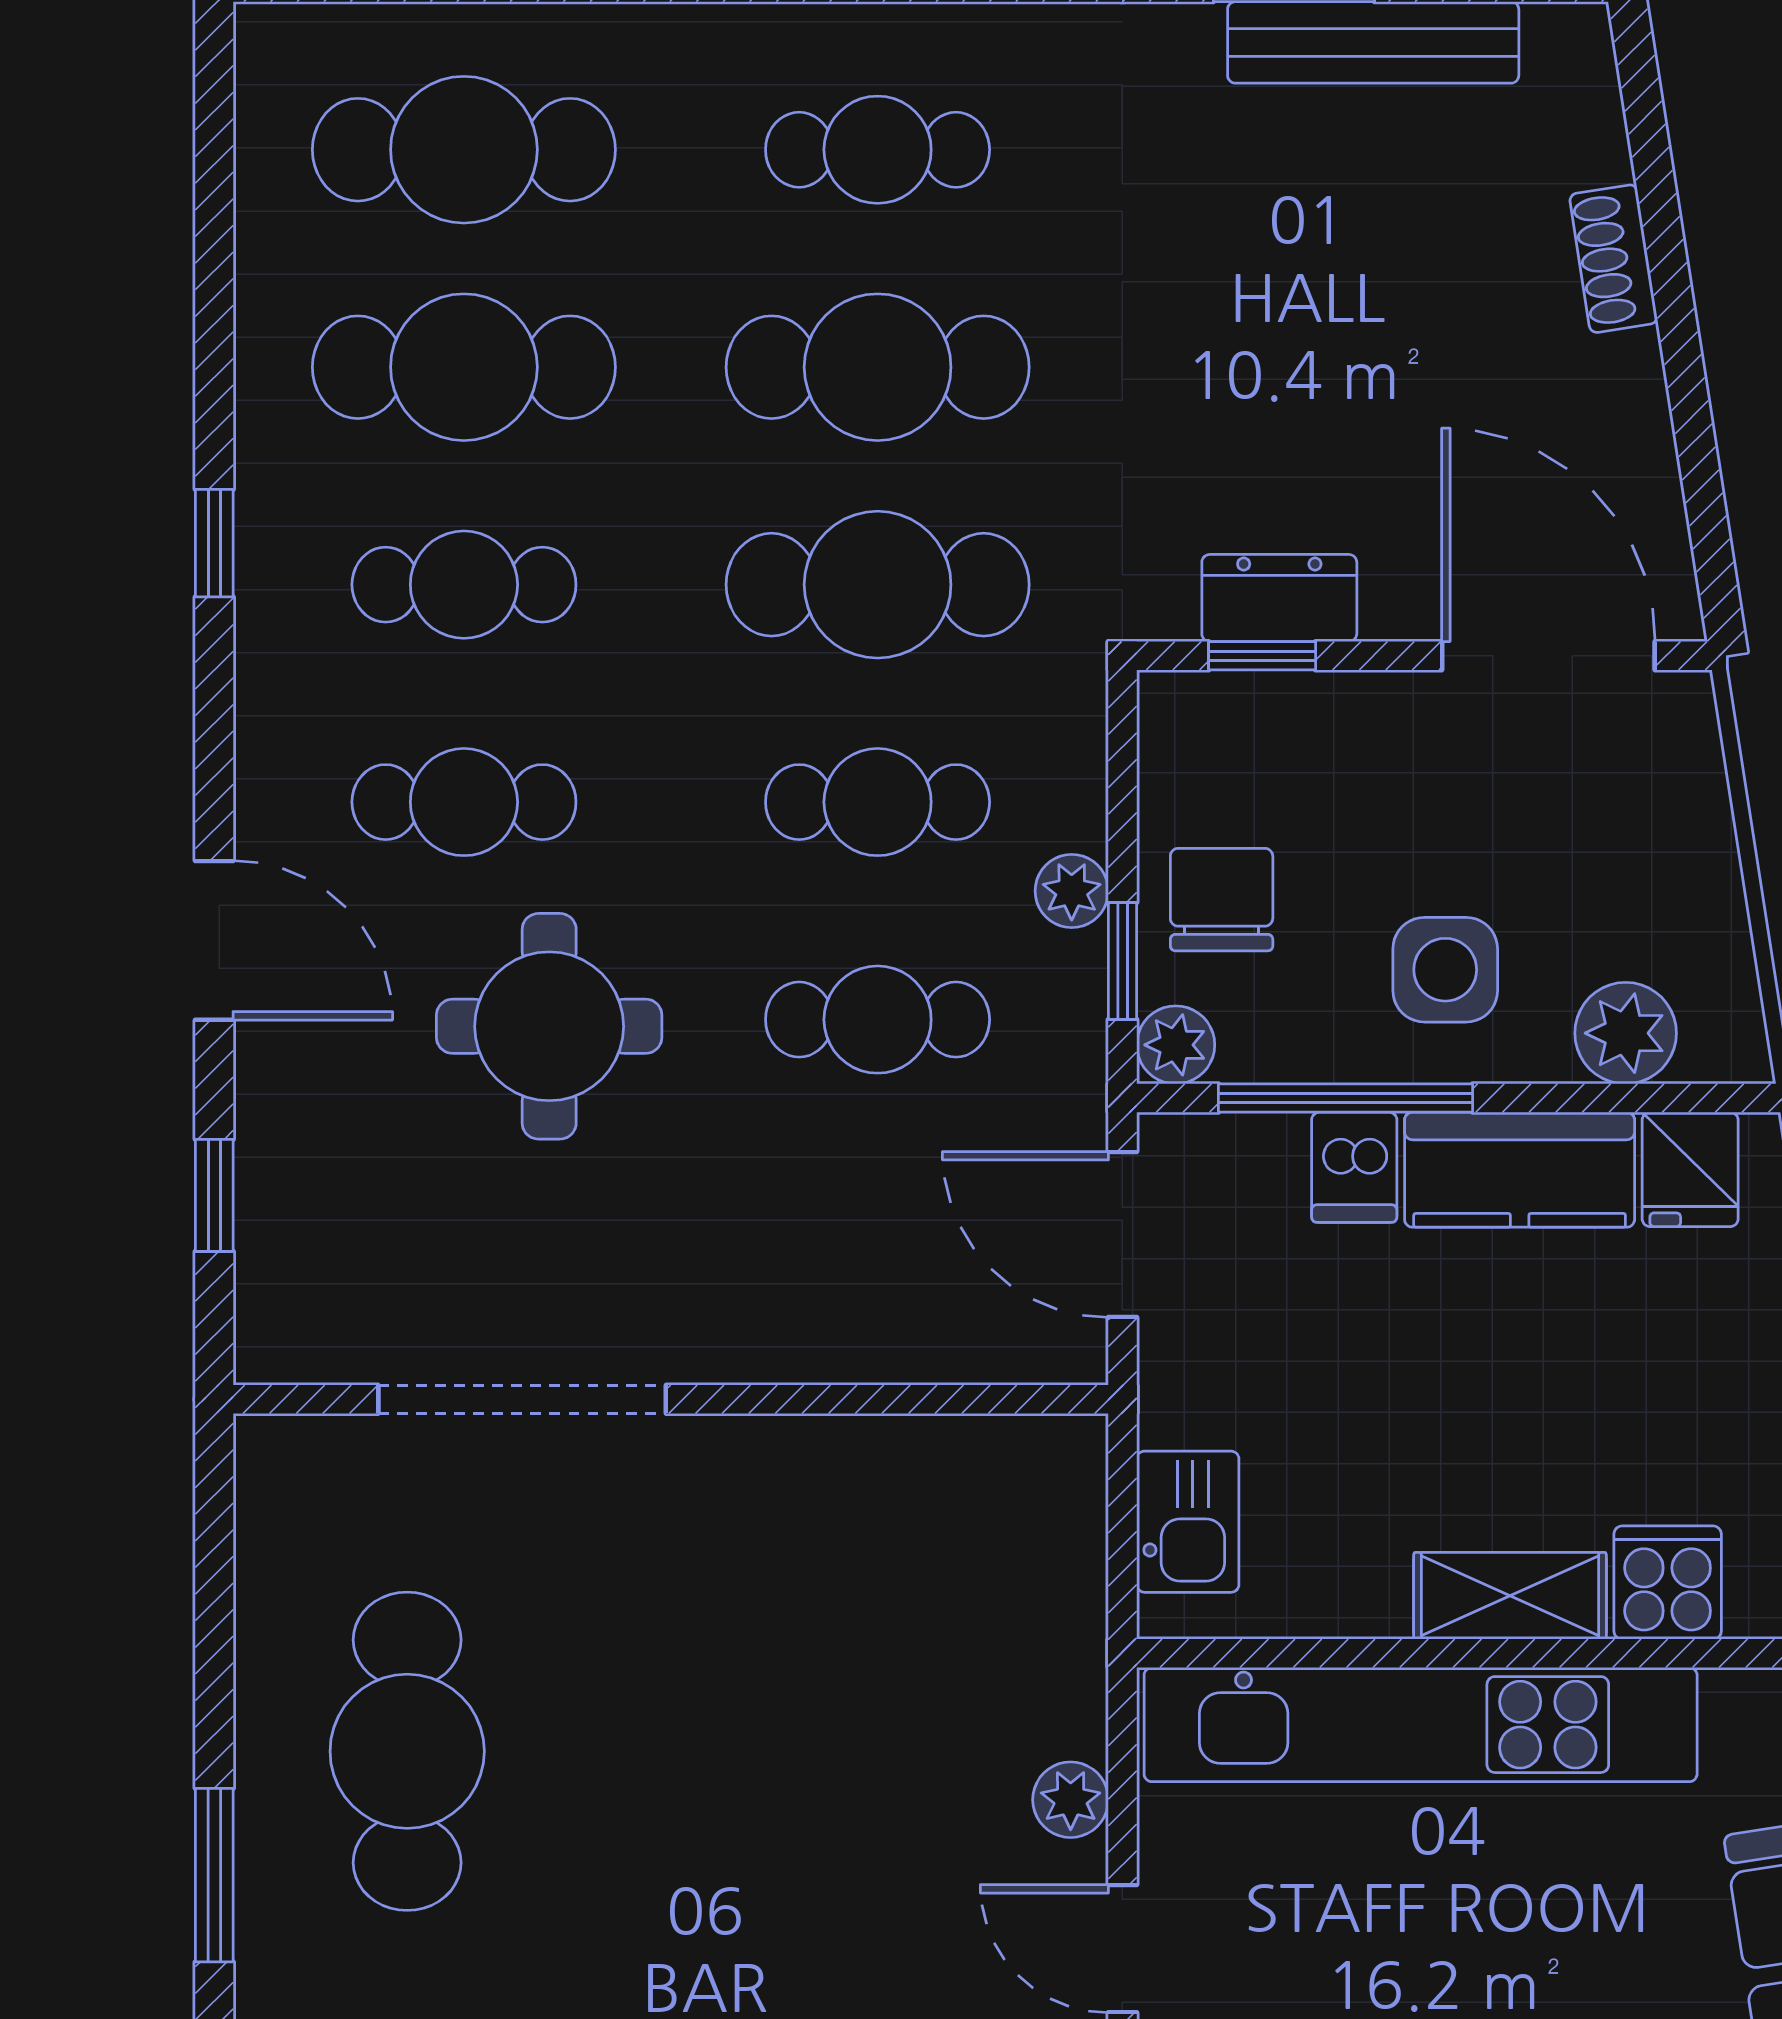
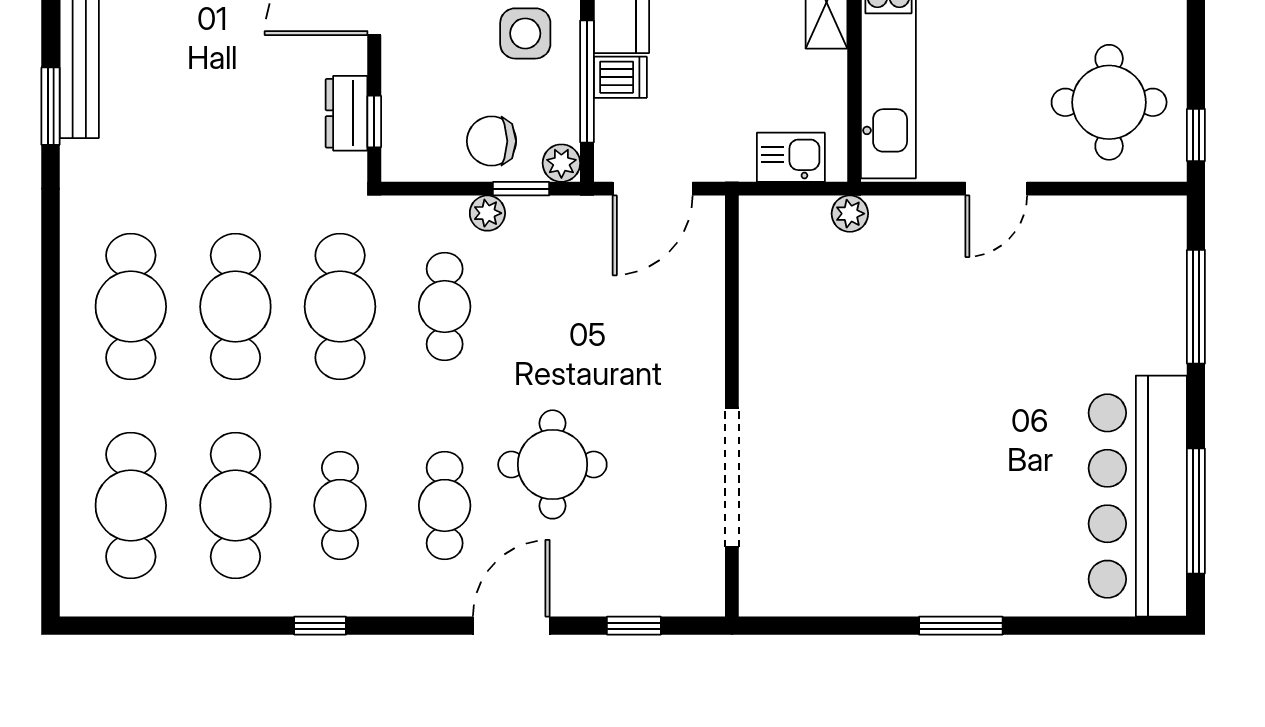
cafe table: (878, 150) -> (131, 307), width x1.37, depth x1.35
cafe table: (878, 1020) -> (549, 307), removed
cafe table: (407, 1751) -> (901, 533), removed
plant: (1071, 1800) -> (850, 214), moved

